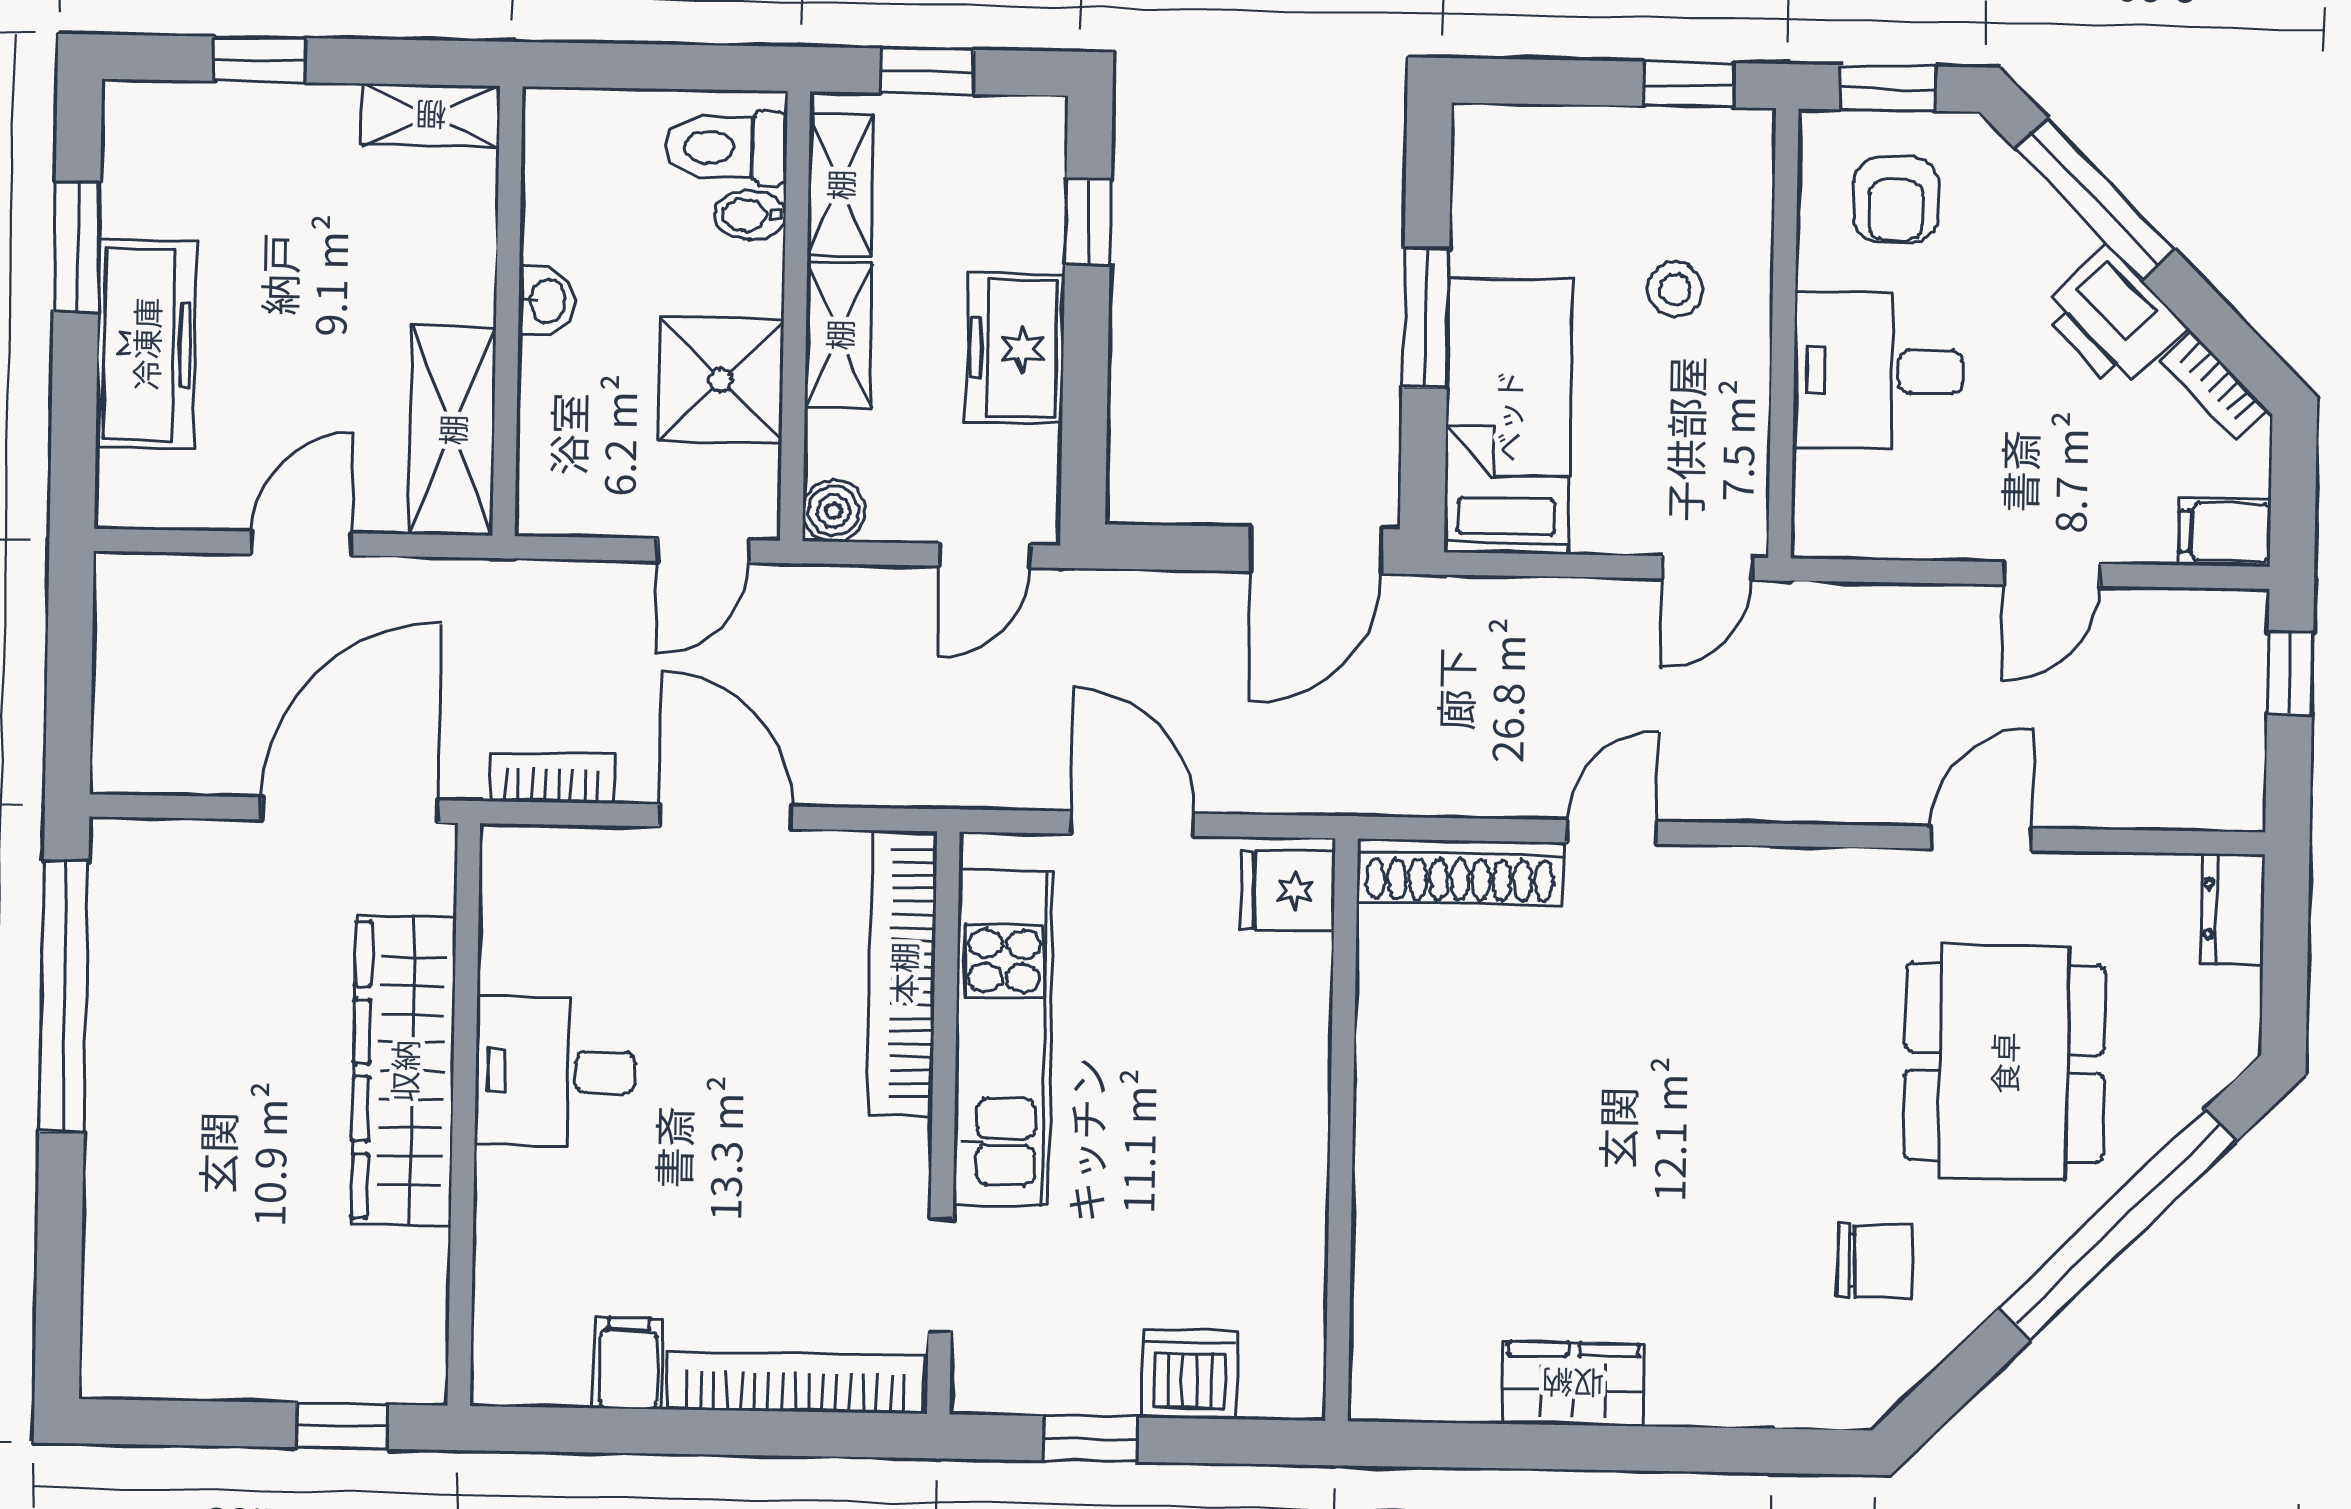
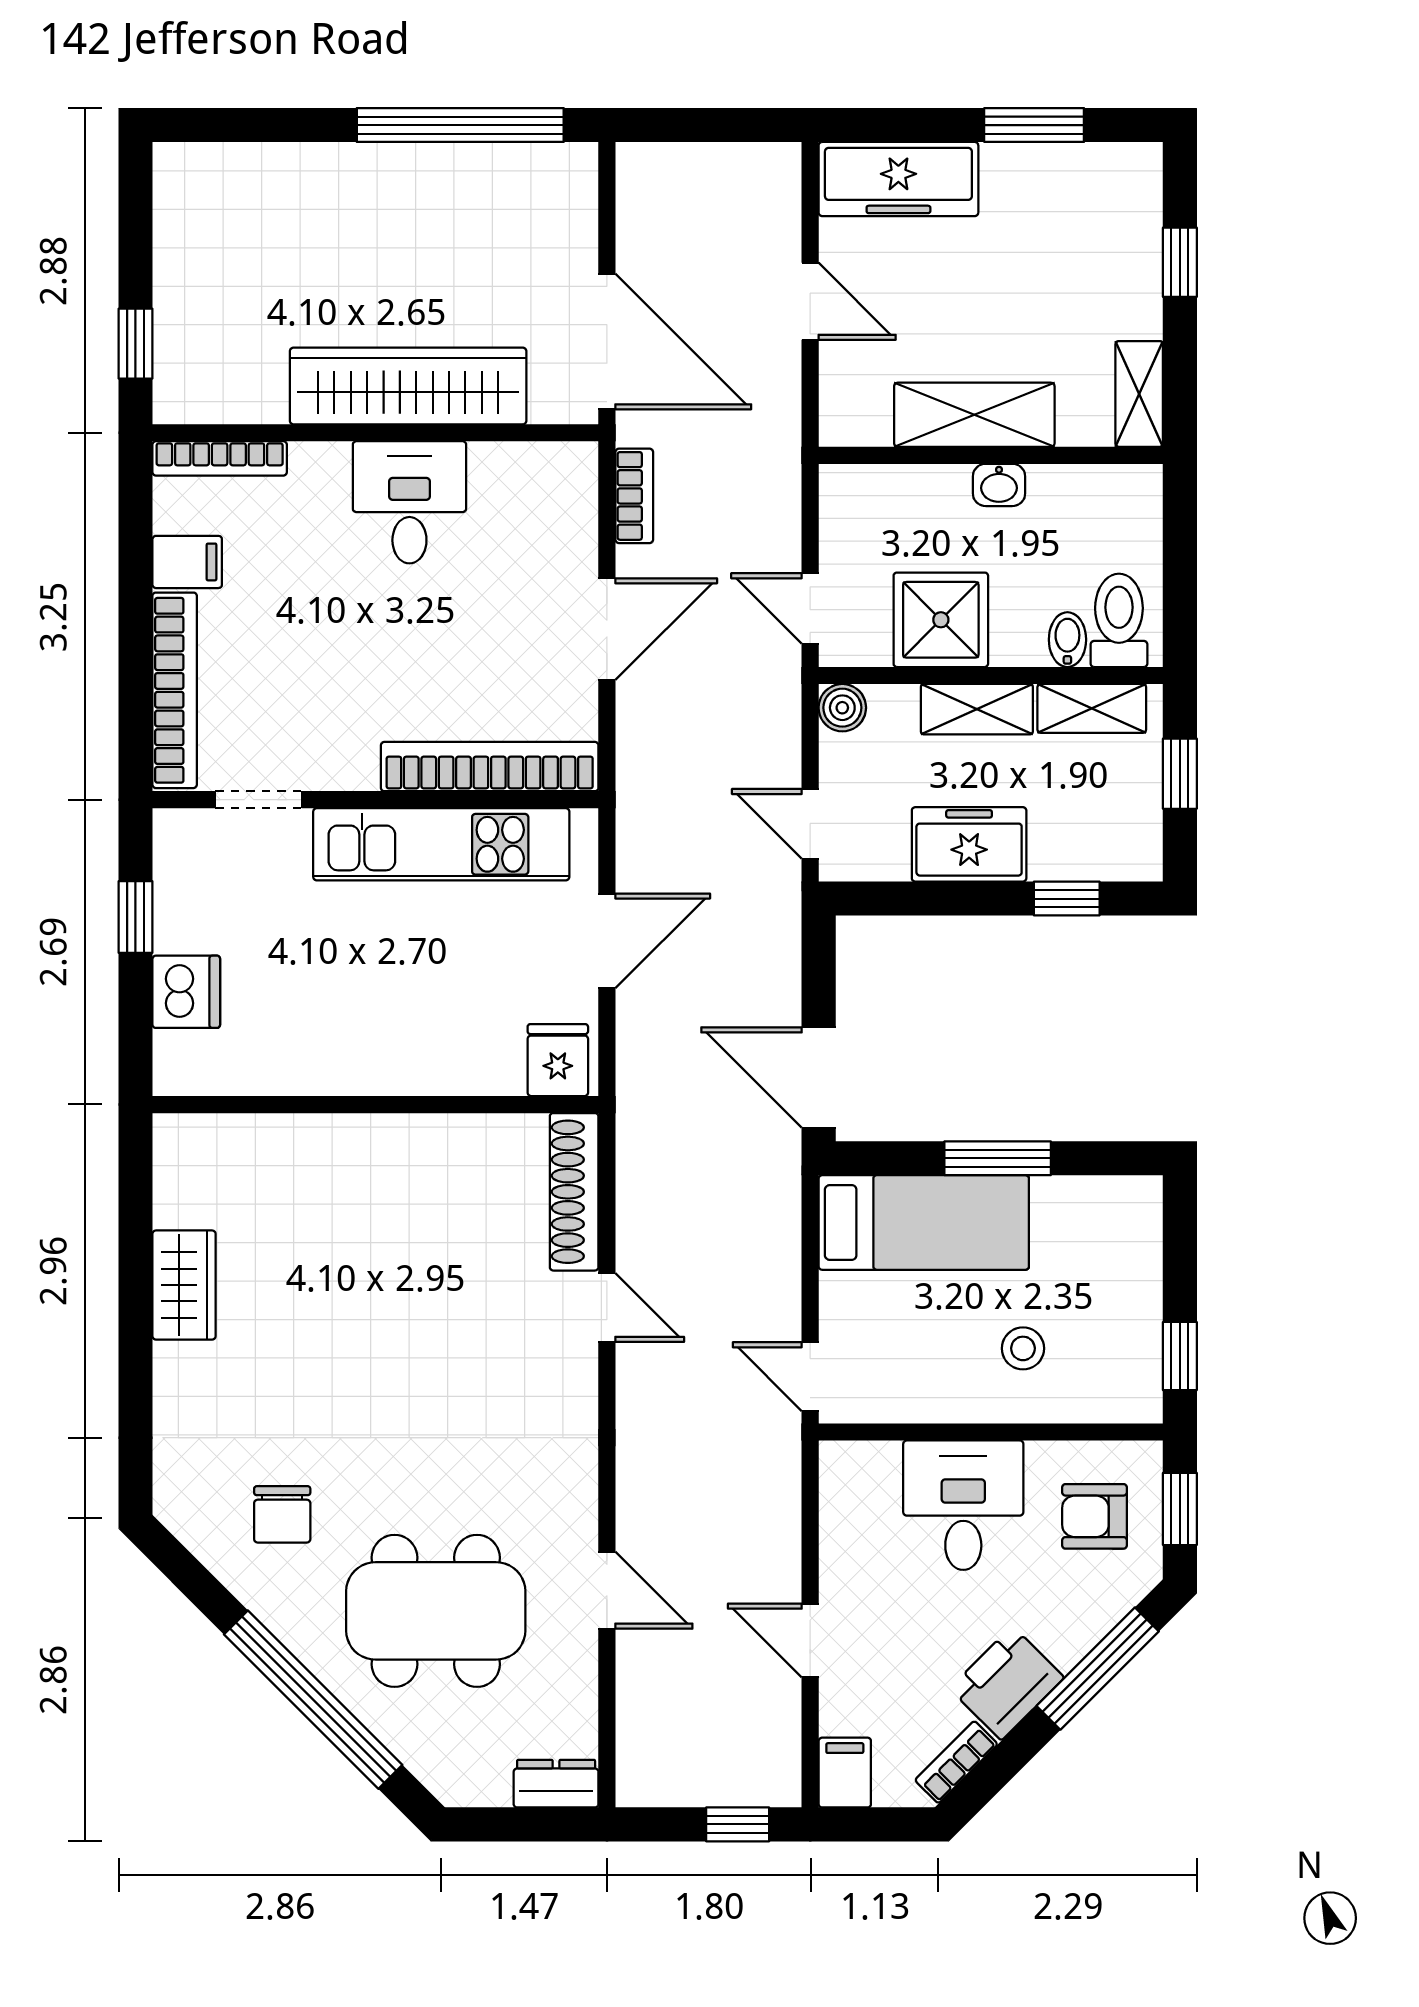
freezer: (146, 344) -> (898, 179), moved
shelving: (452, 430) -> (974, 415), moved
bookcase: (494, 1319) -> (220, 458), added

